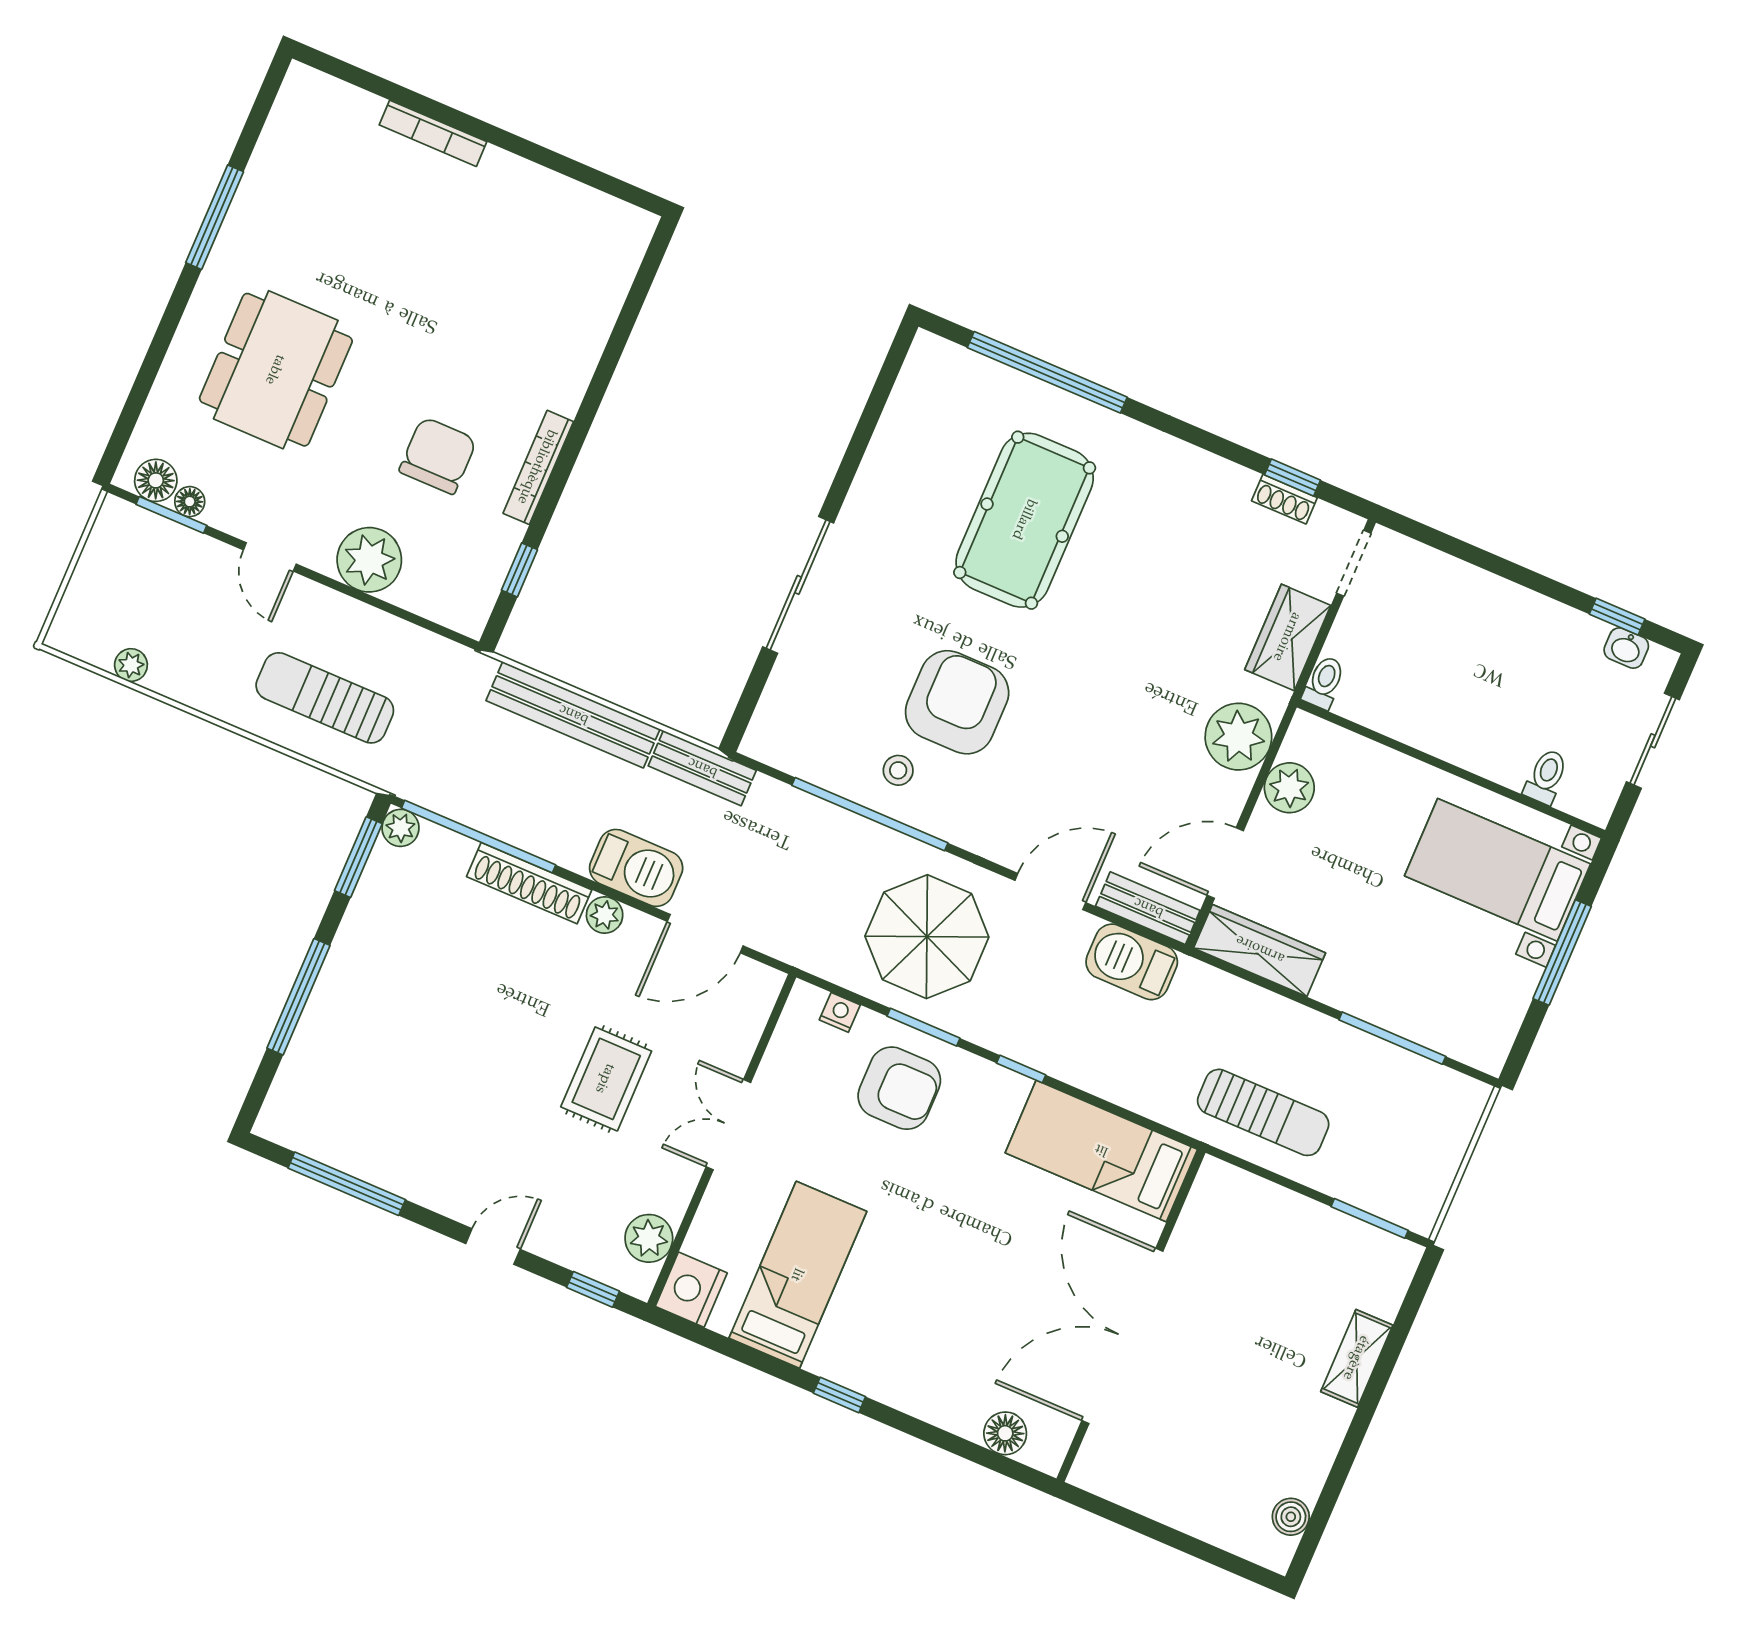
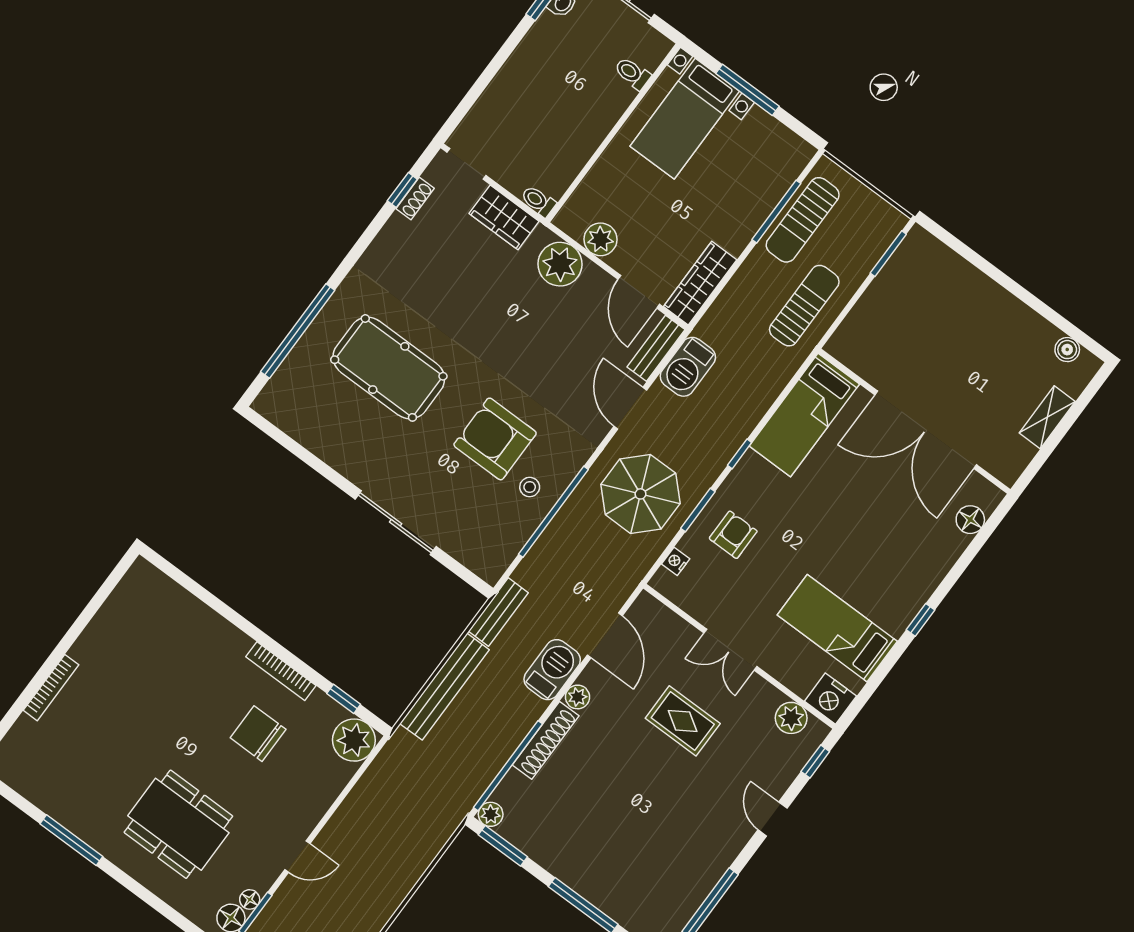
plant: (369, 560) -> (354, 740), moved
sun lounger: (325, 698) -> (803, 220), moved
armchair: (899, 1088) -> (733, 535), width x0.72, depth x0.72
shelving: (1357, 1358) -> (1047, 417), moved, turned 90

